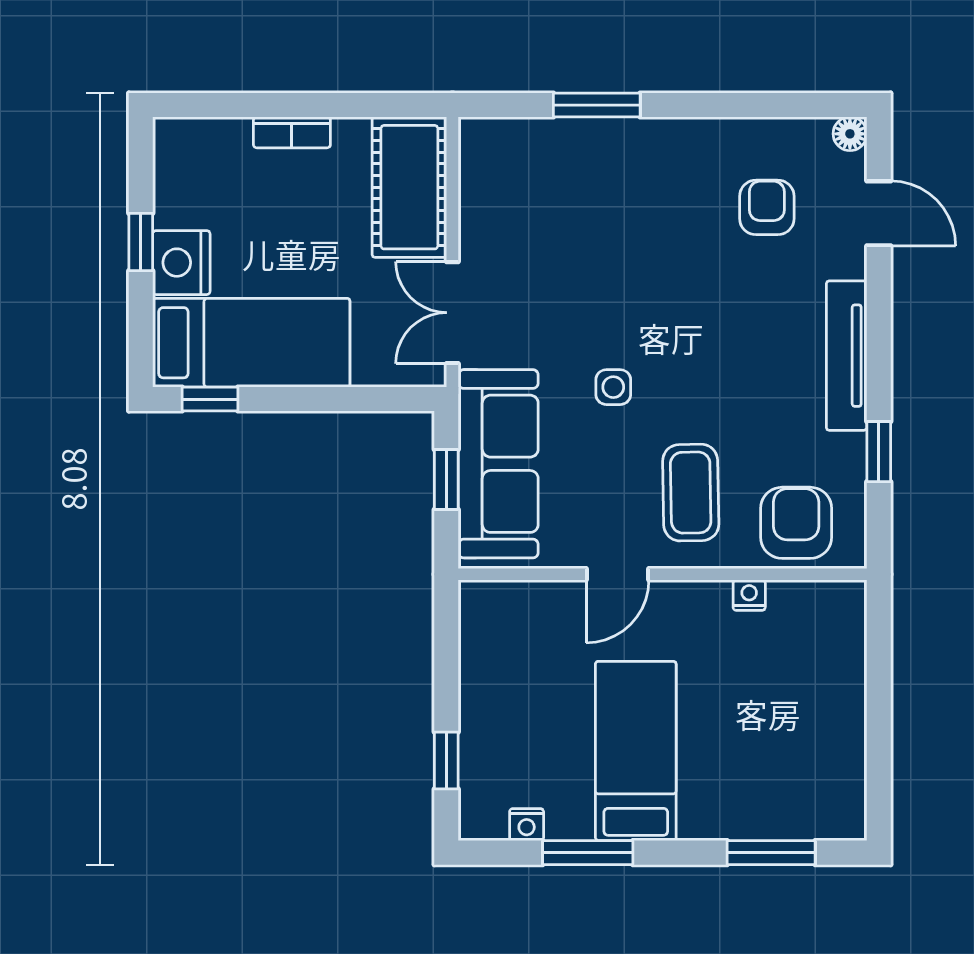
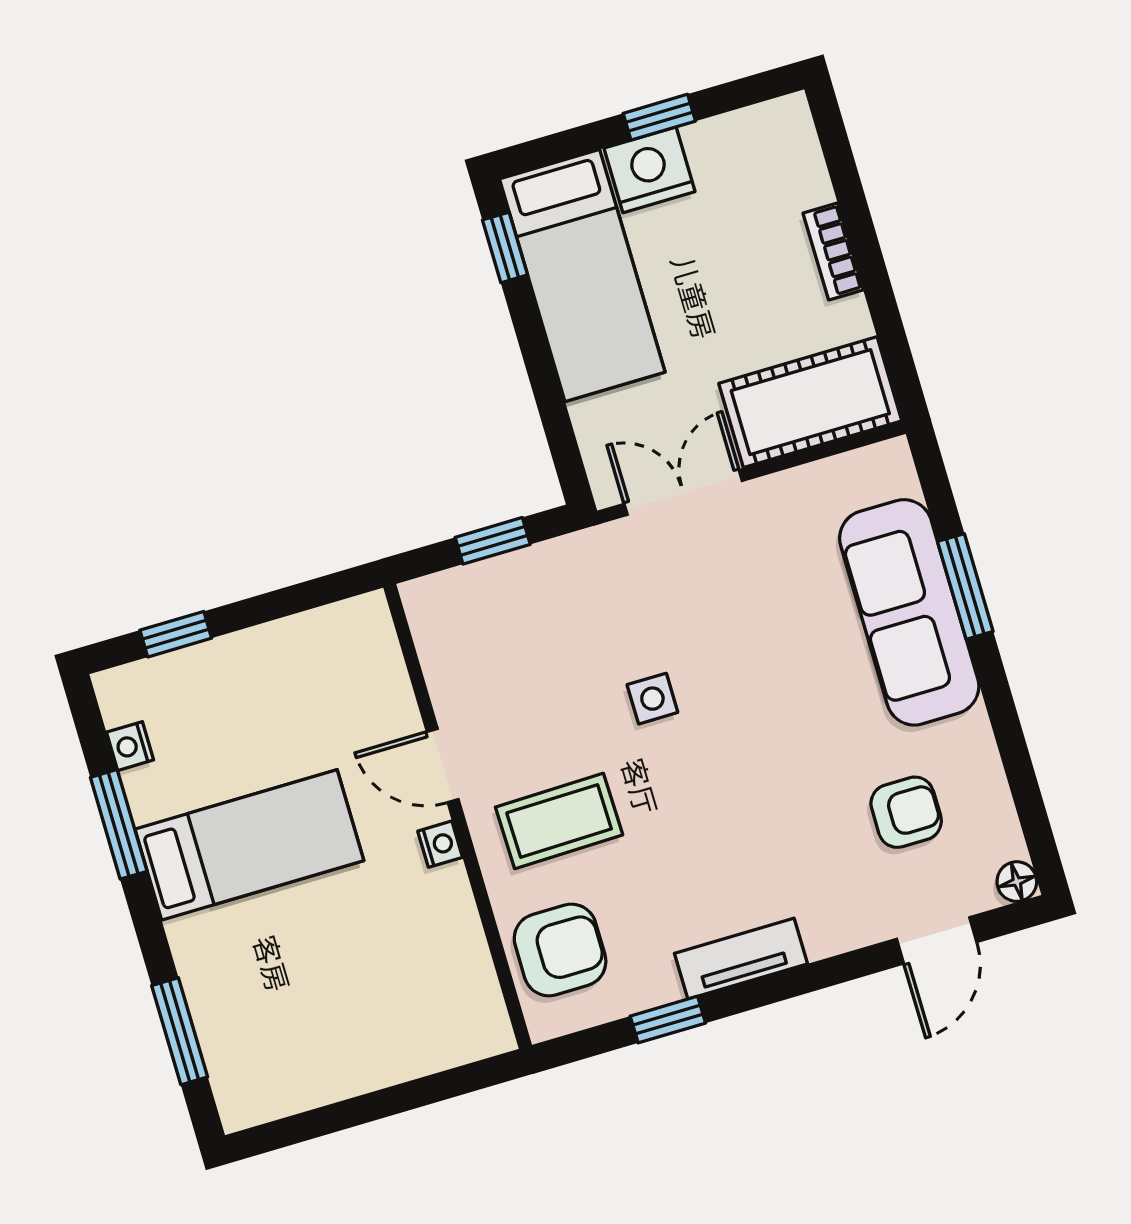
tv unit: (847, 356) -> (741, 959), width x0.71
sofa: (498, 464) -> (909, 612), moved, turned 90
nightstand: (749, 595) -> (440, 844), moved

